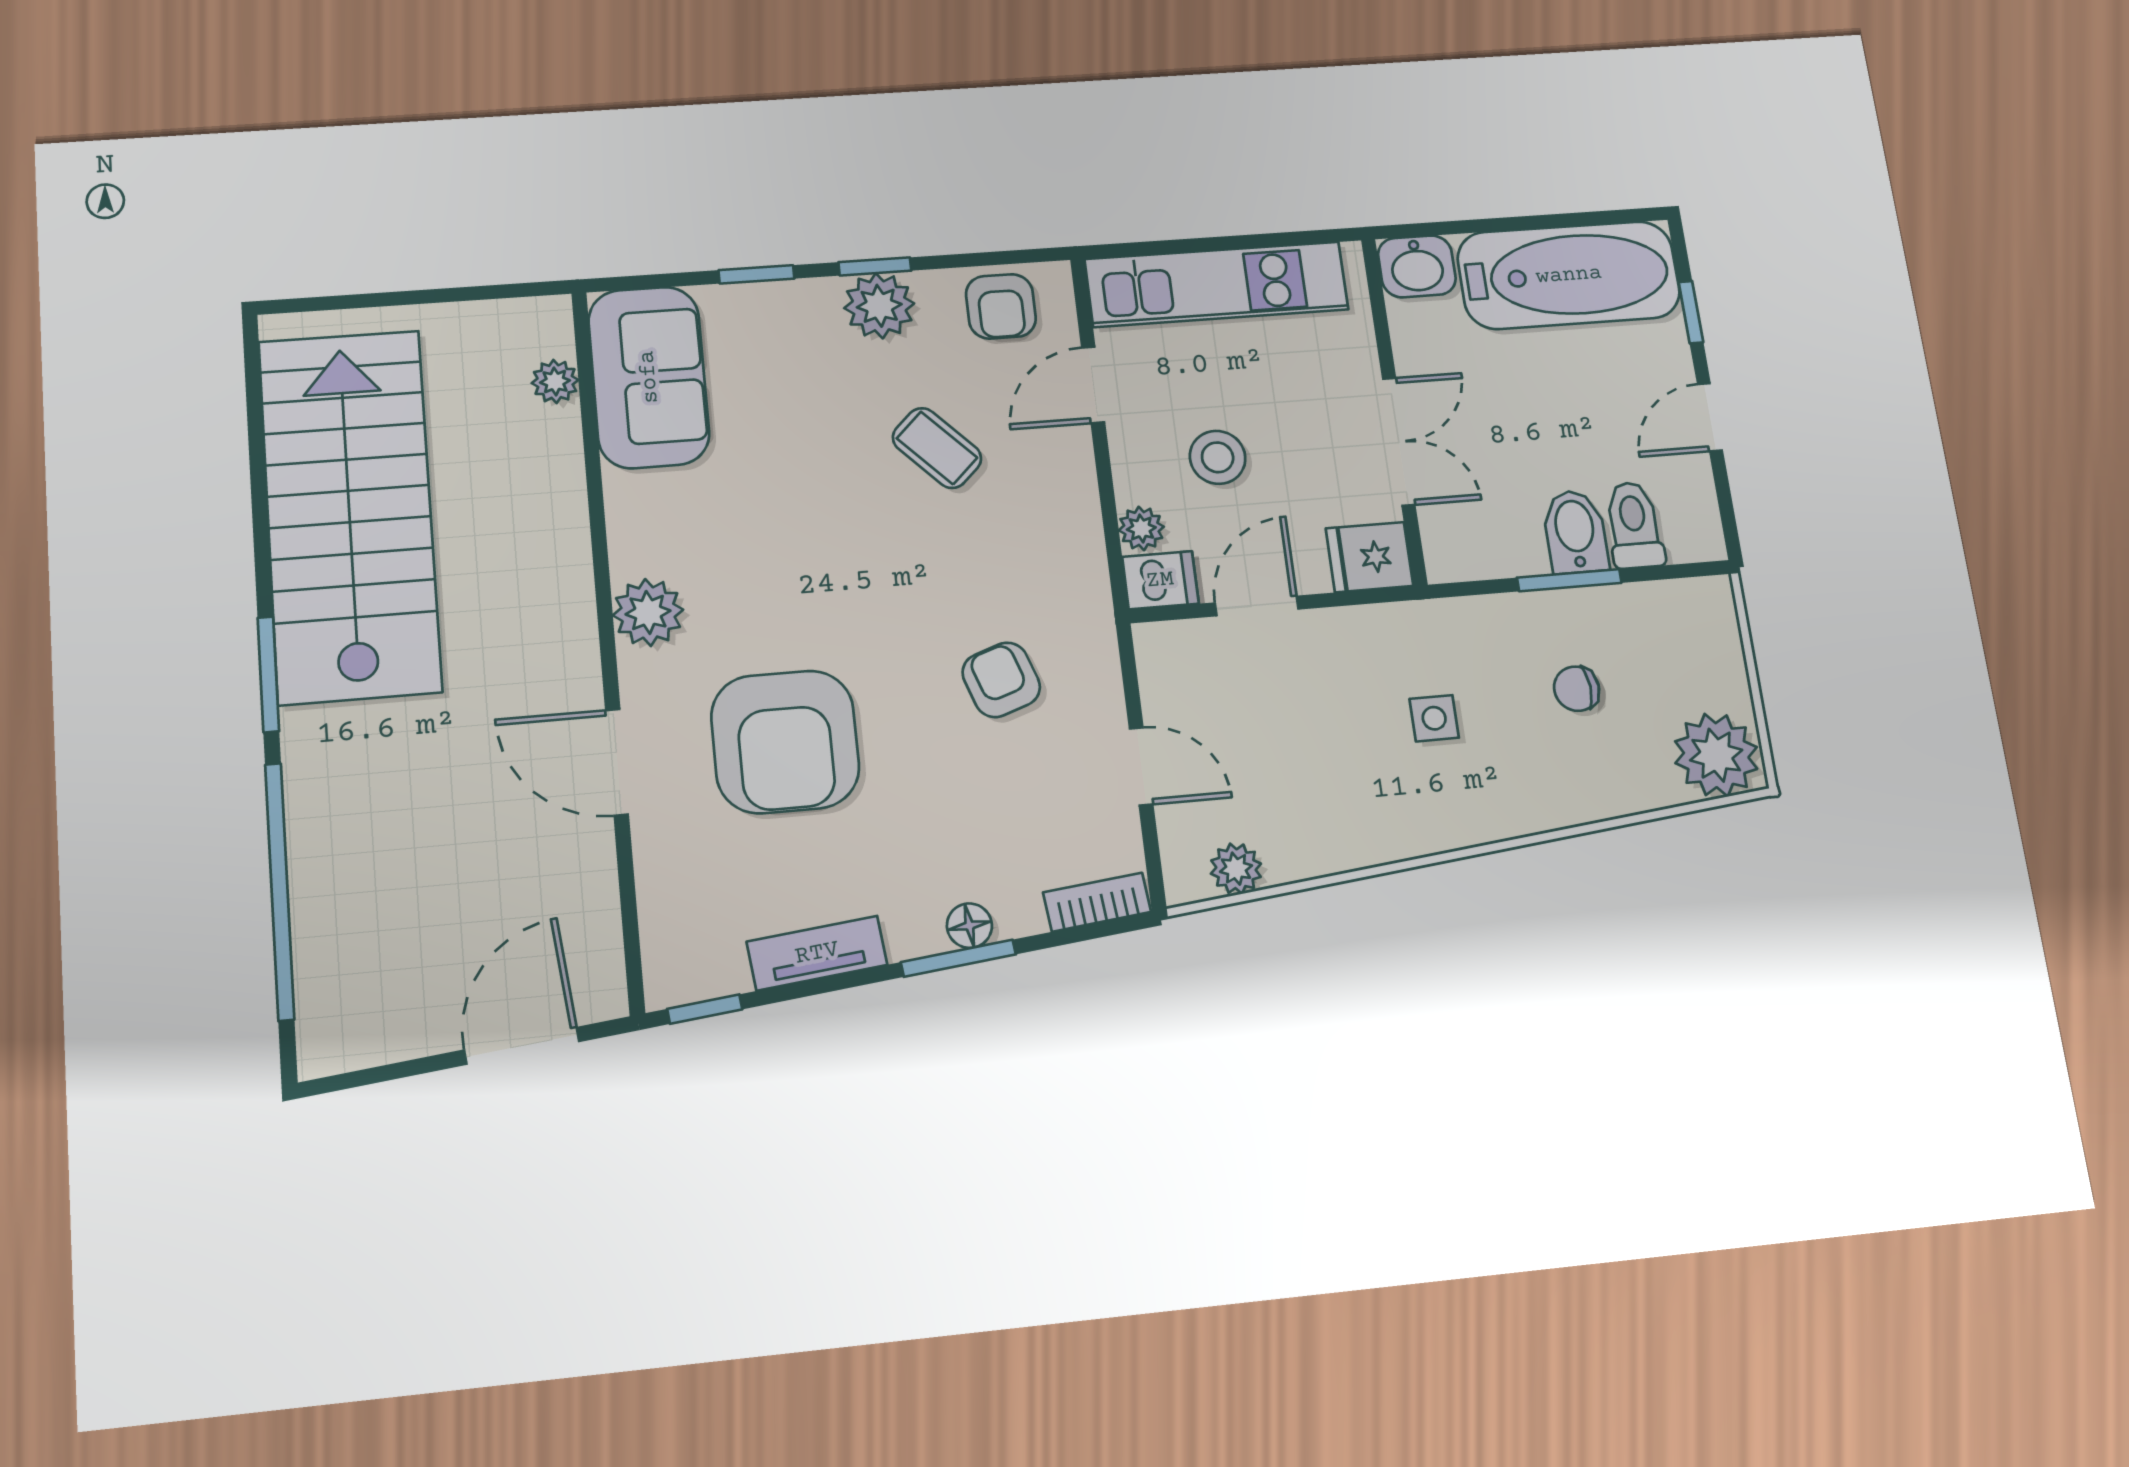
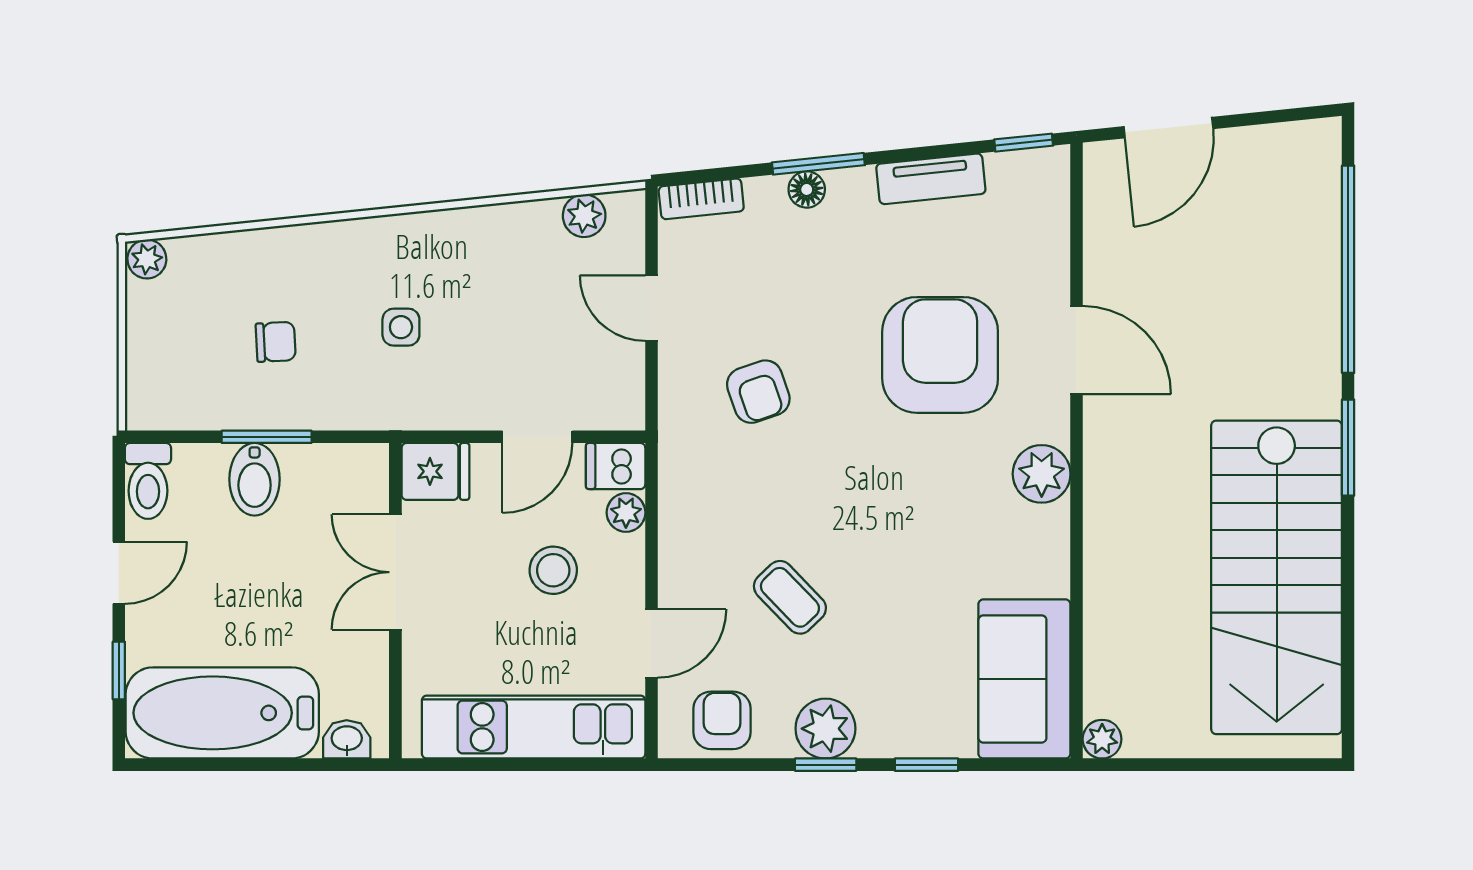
washbasin: (1417, 266) -> (347, 739), width x0.72, depth x0.69
plant: (555, 381) -> (1102, 739), moved
toilet: (1634, 525) -> (148, 481), moved
plant: (1716, 755) -> (147, 259), width x0.53, depth x0.53

